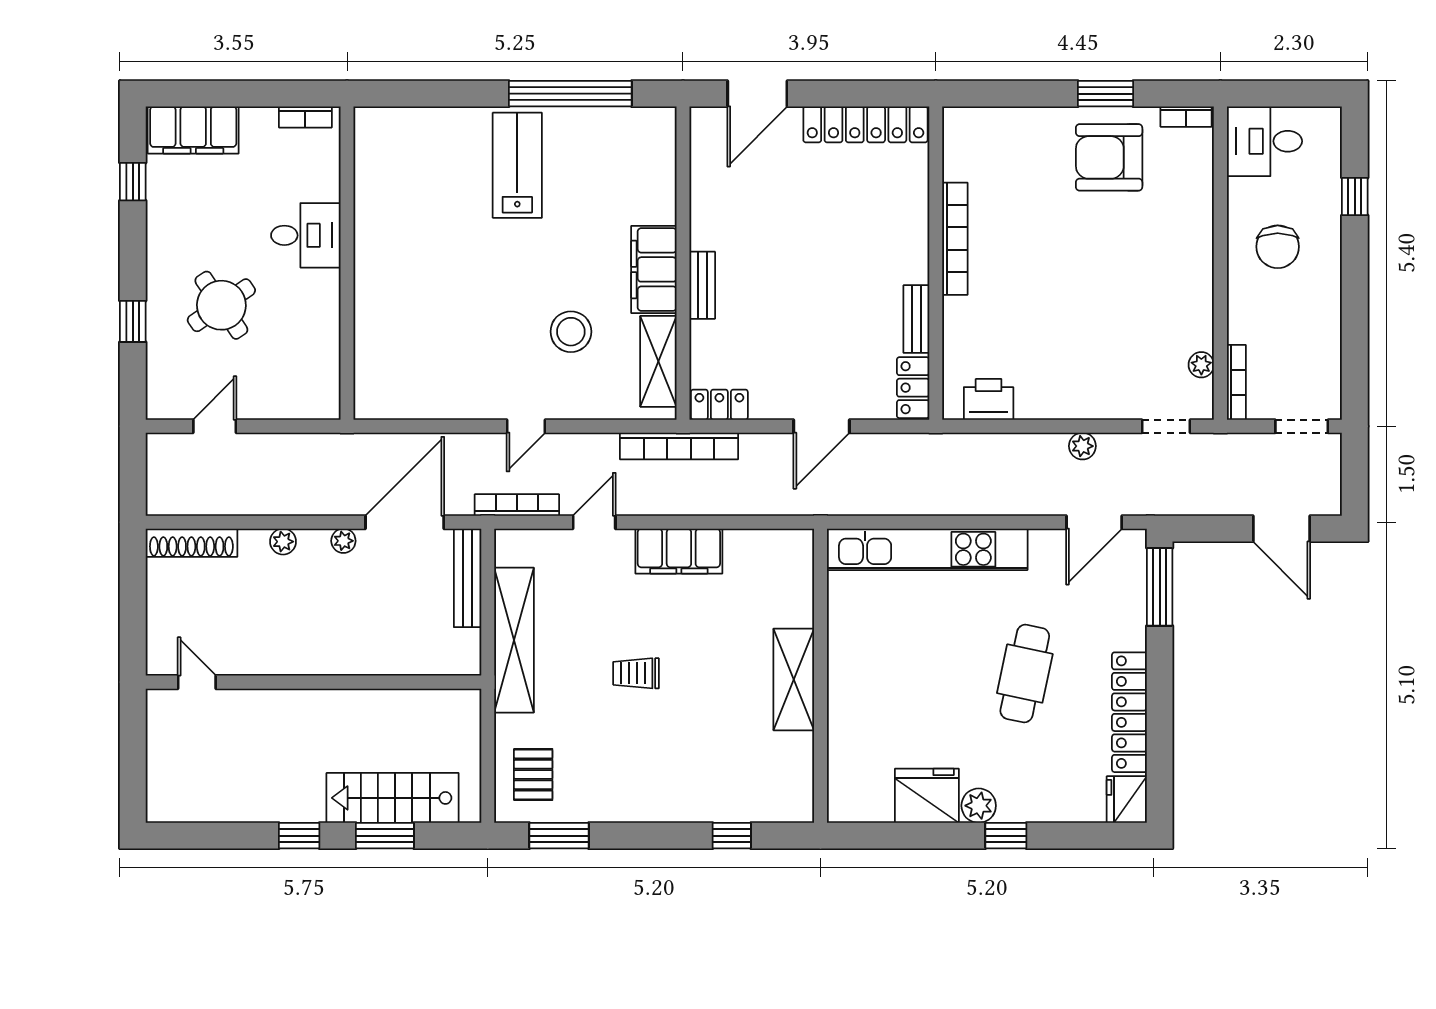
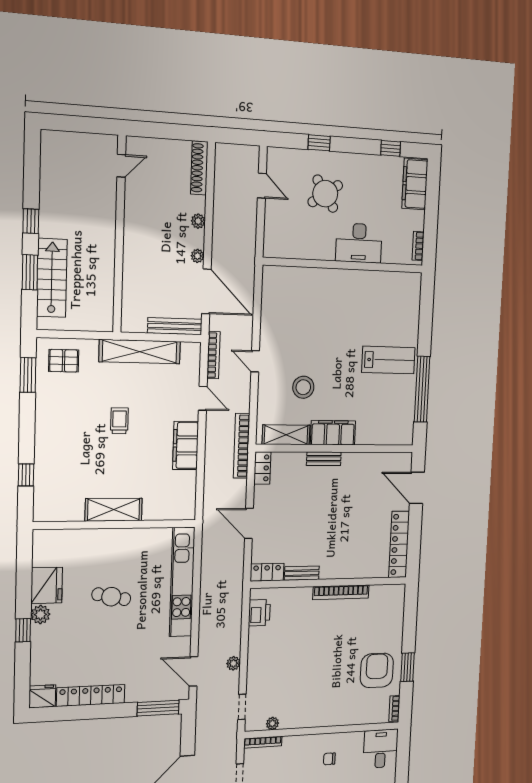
desk: (306, 235) -> (359, 243), width x1.37
chair: (1278, 247) -> (329, 759), width x0.54, depth x0.54
cafe table: (1025, 674) -> (111, 597), moved, width x0.73, depth x0.74

